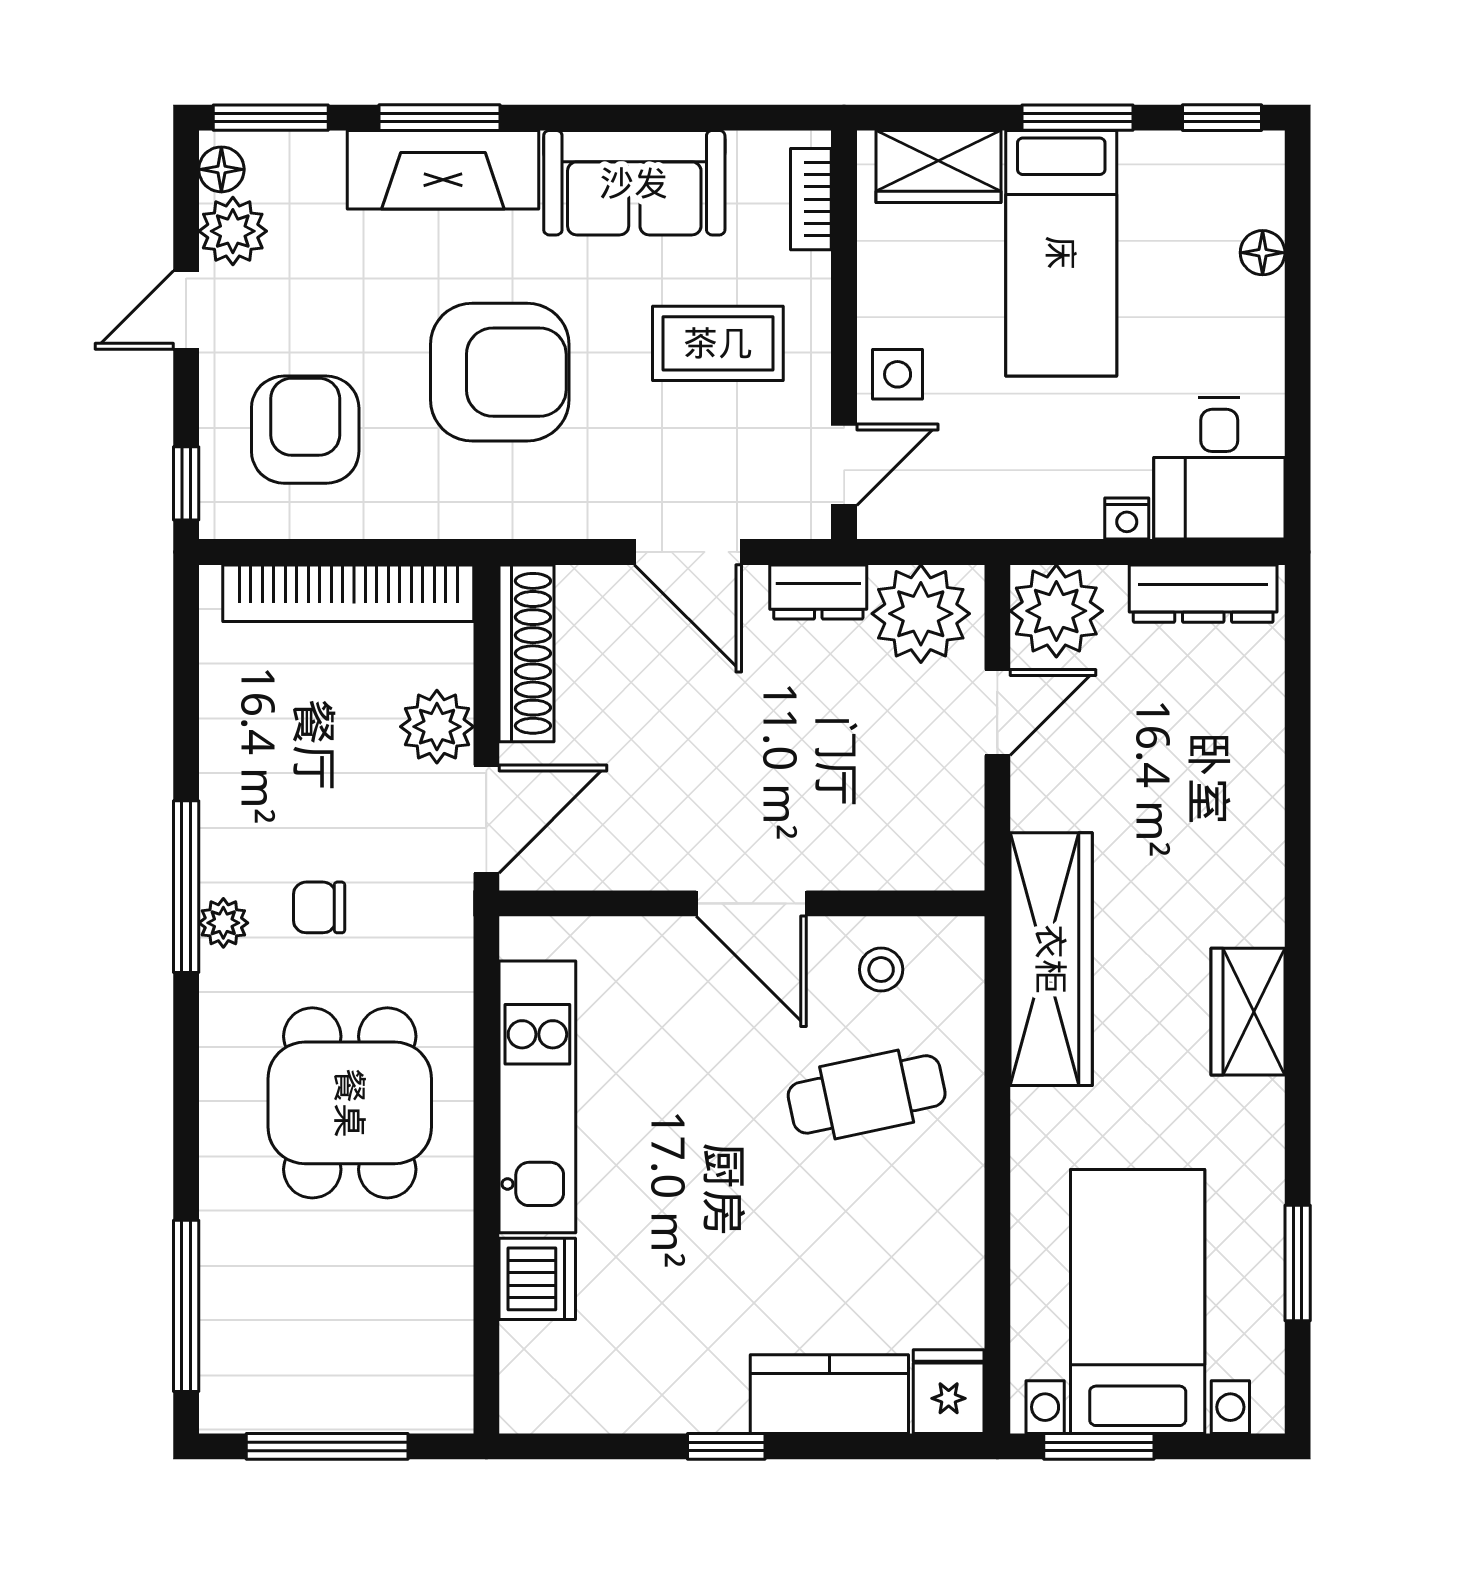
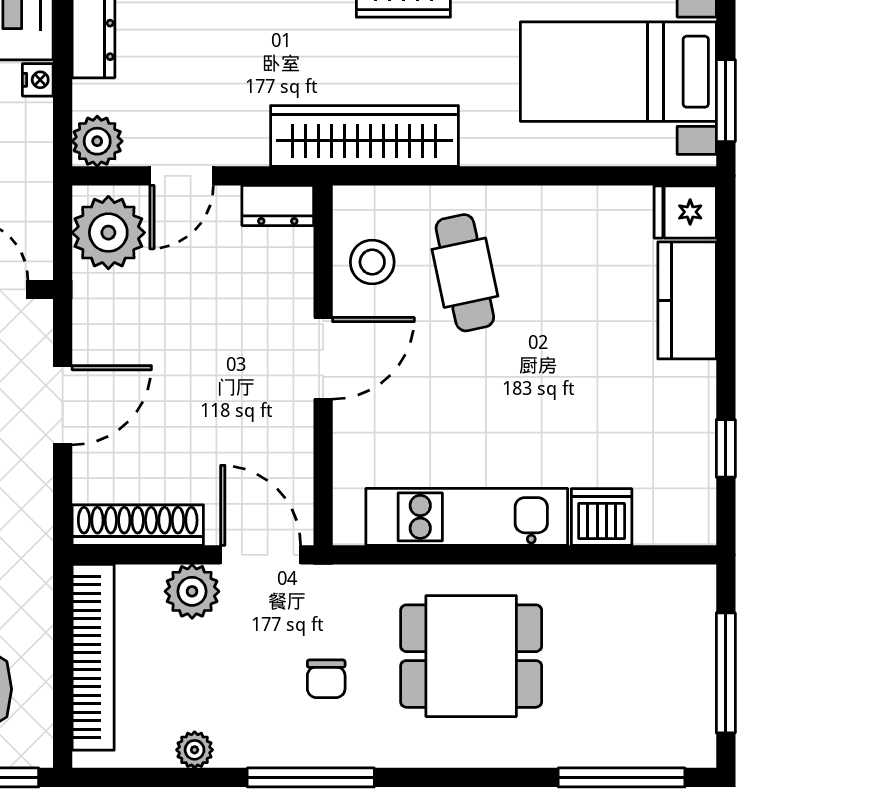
dresser: (818, 592) -> (278, 205), moved, turned 90
plant: (1056, 611) -> (97, 141), width x0.73, depth x0.73
door: (997, 713) -> (182, 176), swing flipped
plant: (223, 923) -> (195, 750), moved
stool: (881, 970) -> (372, 262), width x1.37, depth x1.37
window: (726, 1446) -> (726, 448), moved

